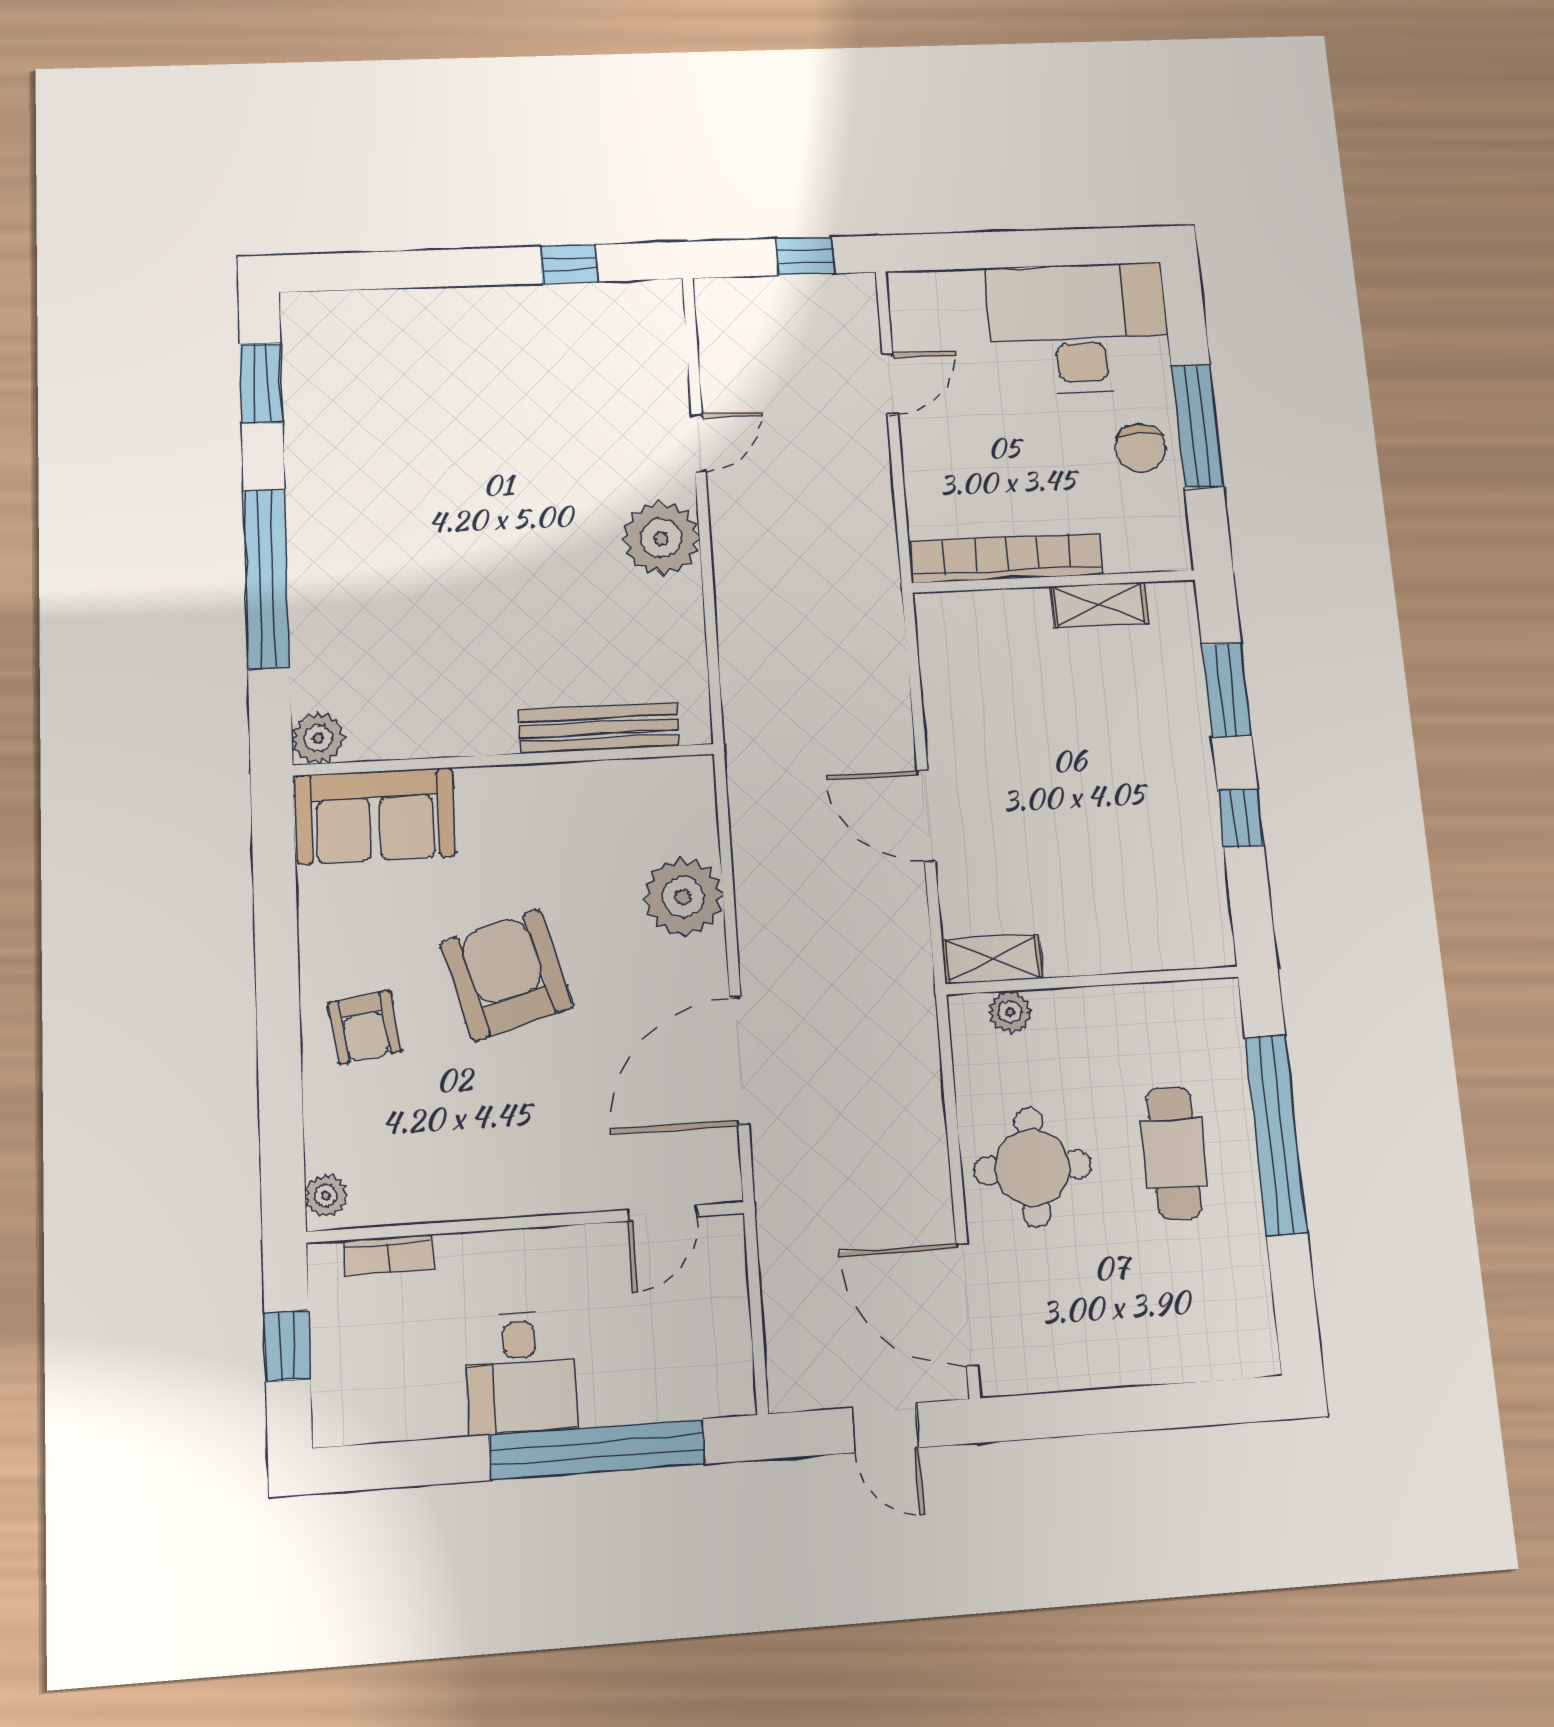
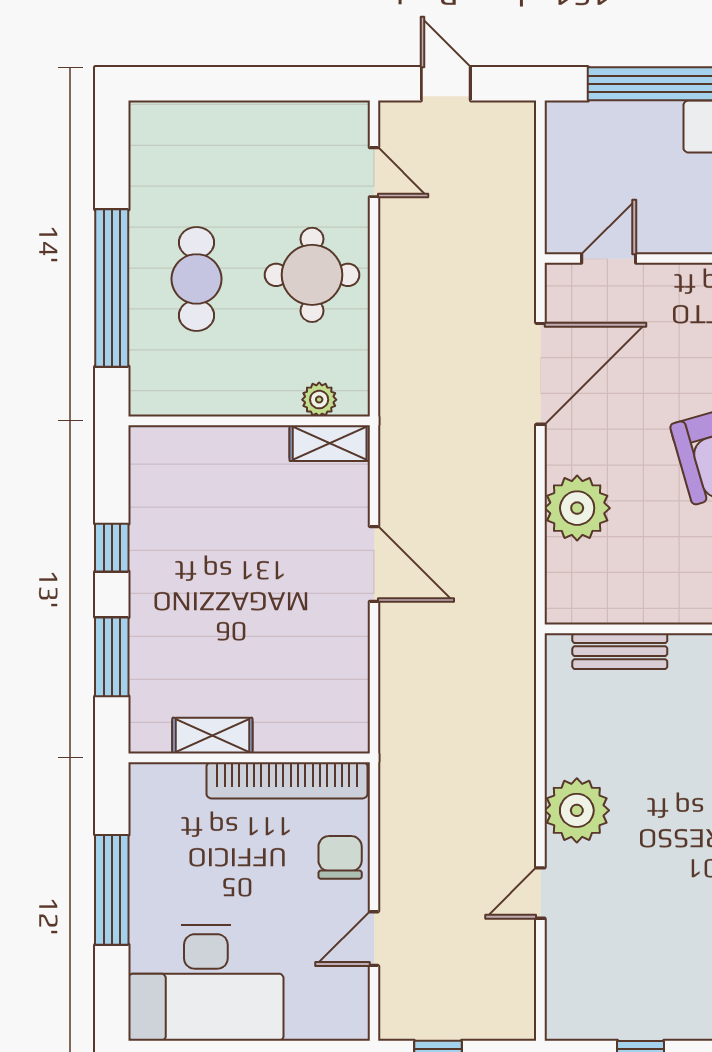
chair: (1140, 448) -> (340, 857), moved
bench: (599, 728) -> (620, 651), width x0.73
door: (967, 1304) -> (374, 172), width x0.53

